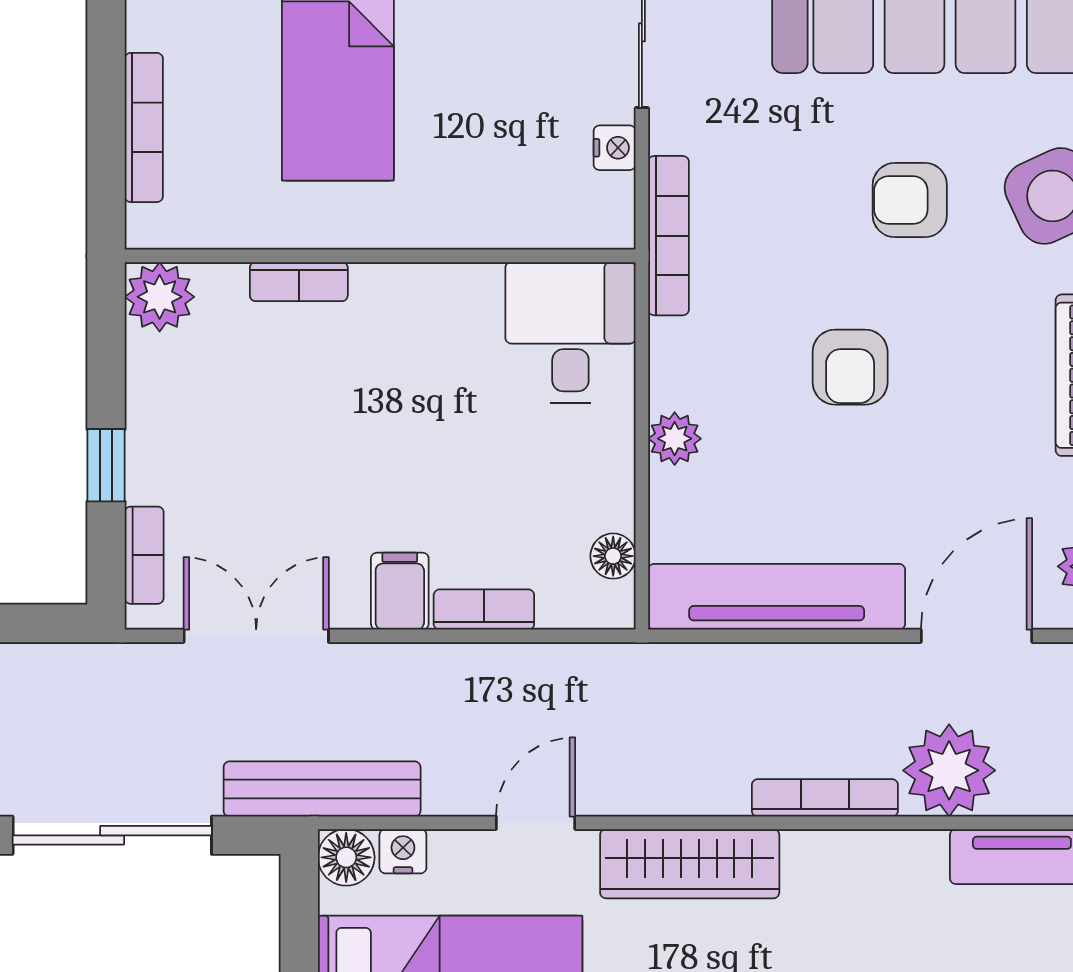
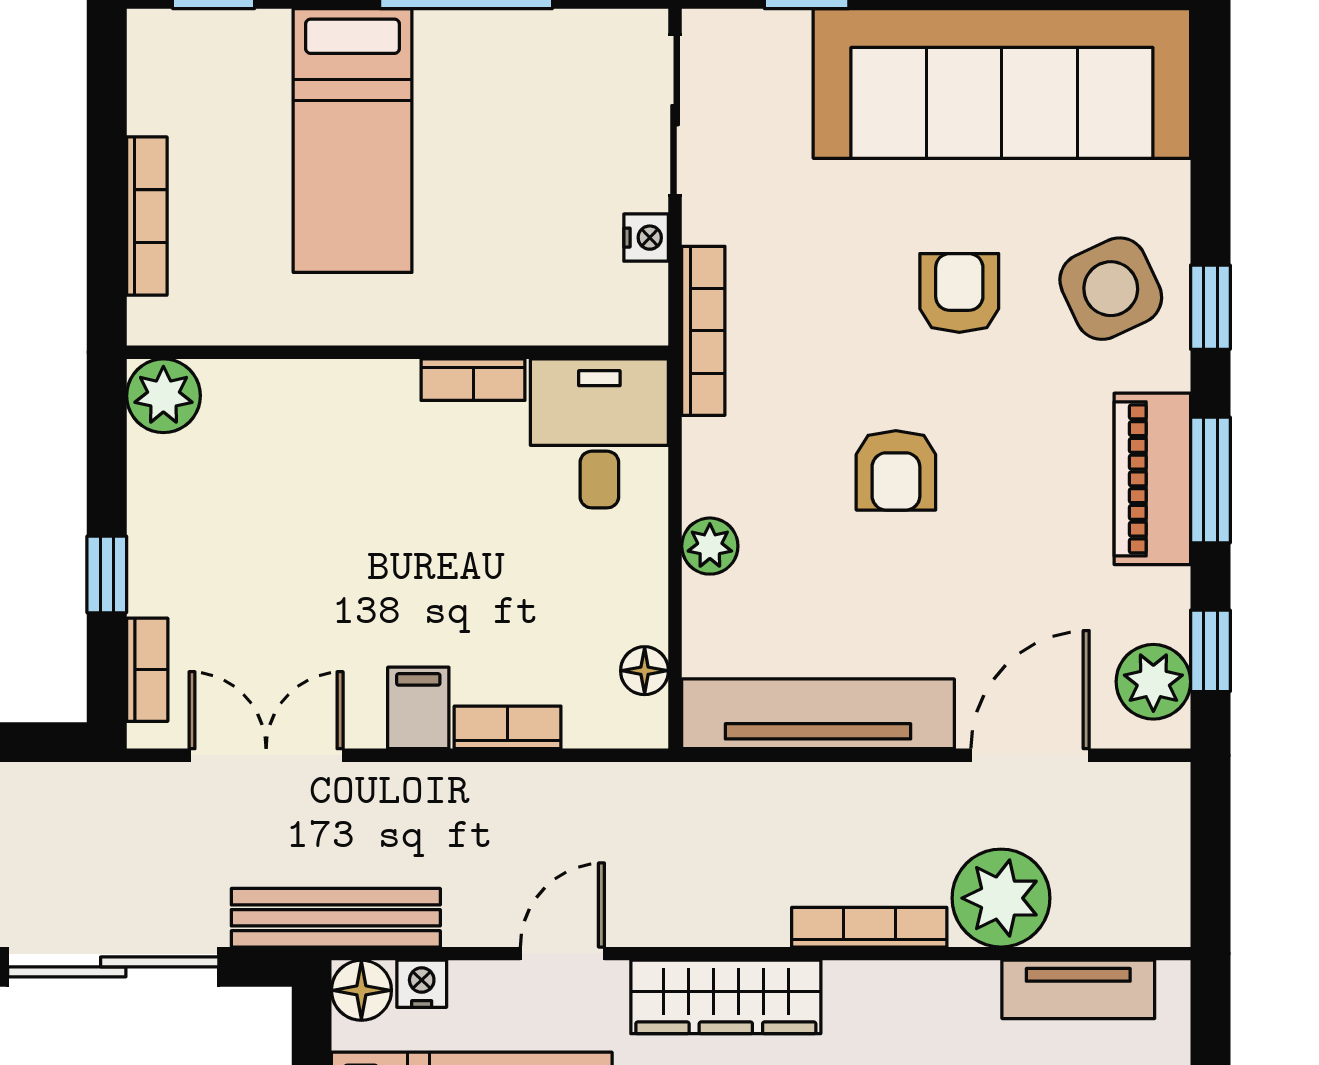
armchair: (910, 200) -> (959, 293), turned 90
bookcase: (299, 282) -> (473, 380), moved

